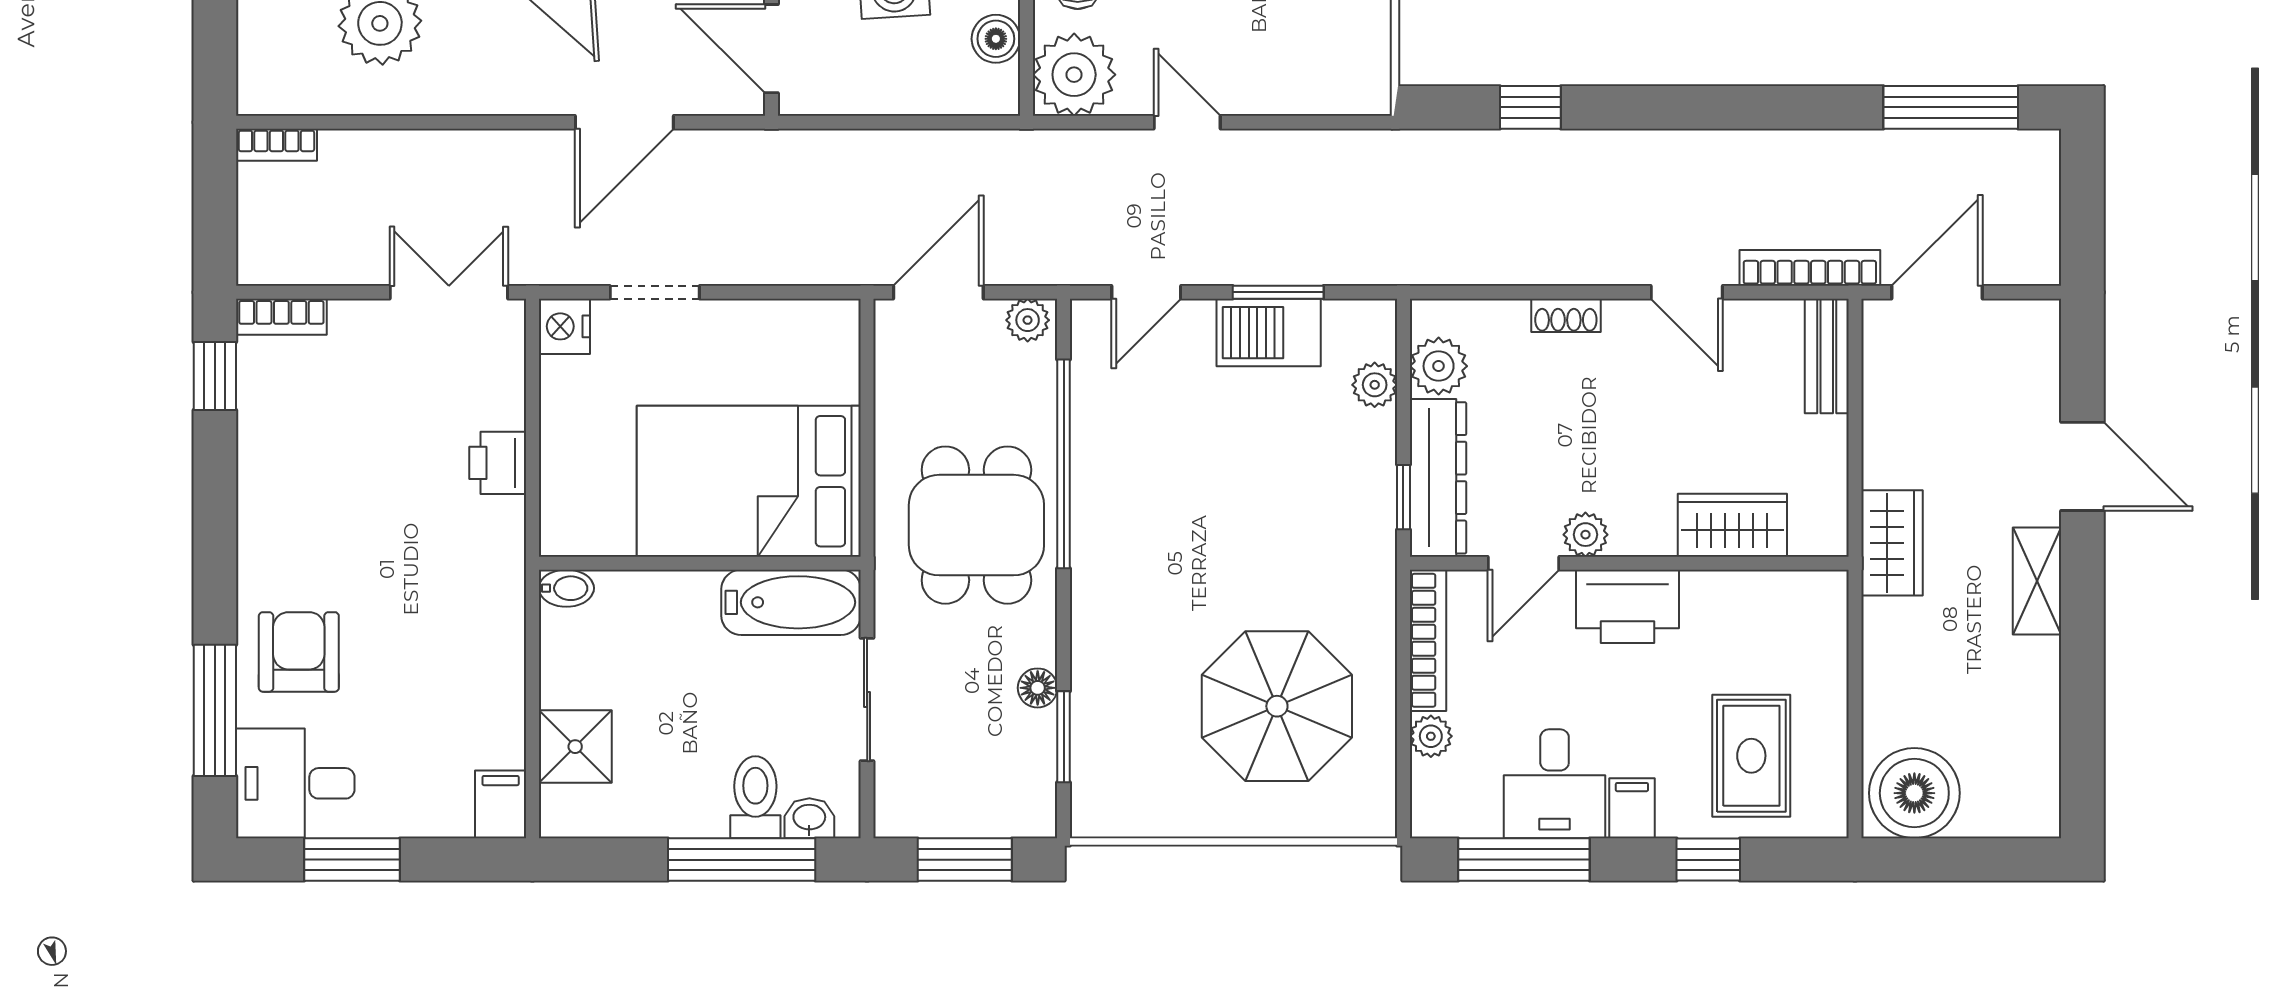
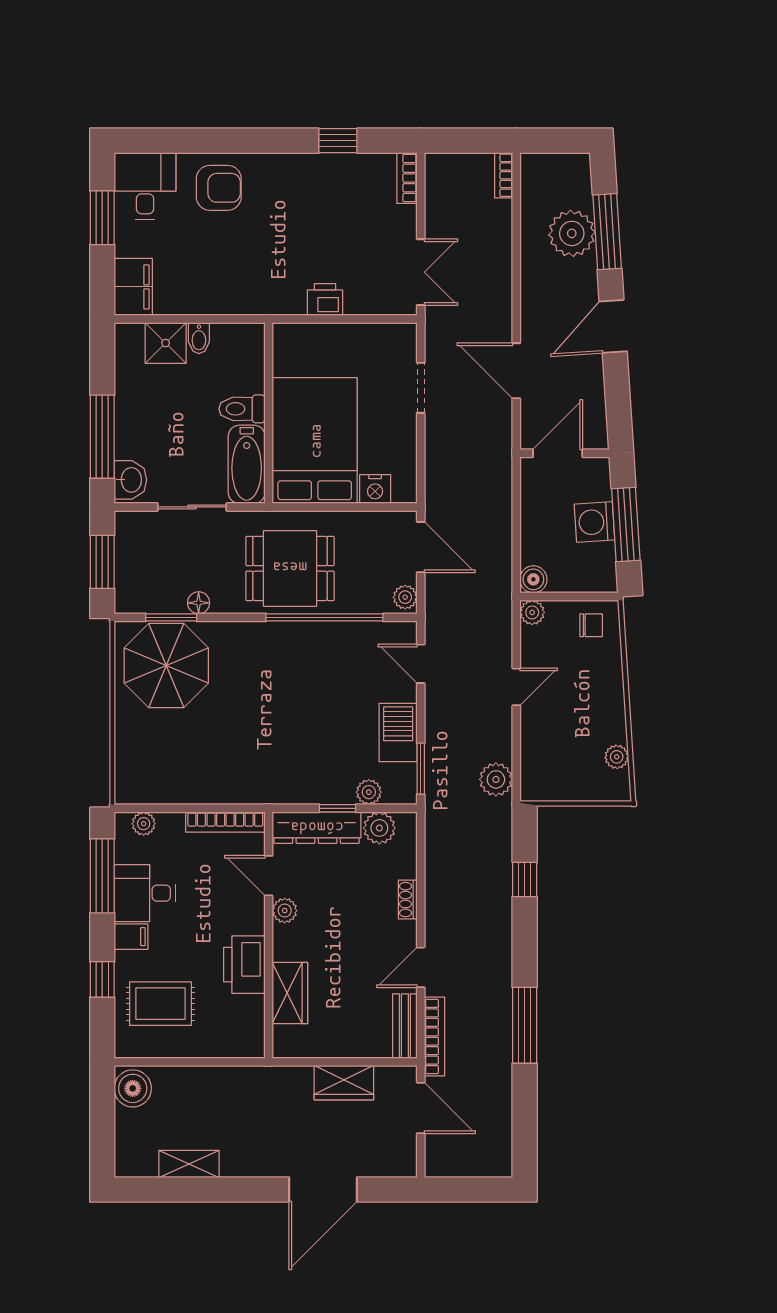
boiler: (996, 39) -> (533, 579), moved
plant: (1074, 75) -> (532, 612), width x0.53, depth x0.53
window: (1951, 107) -> (525, 1025), moved
plant: (1352, 158) -> (496, 779), added
window: (1278, 292) -> (421, 769), moved
nightstand: (564, 326) -> (375, 489), moved, turned 180
bench: (1827, 356) -> (405, 1026), moved, turned 90
window: (215, 376) -> (338, 141), moved
door: (2082, 466) -> (323, 1190), width x1.36
window: (1403, 497) -> (338, 808), moved
wardrobe: (1892, 543) -> (344, 1083), moved
shelving: (2037, 581) -> (189, 1164), moved
bidet: (566, 588) -> (199, 338), moved
printer: (1627, 606) -> (244, 965), moved
parasol: (1277, 706) -> (166, 665), moved
window: (215, 710) -> (186, 141), removed
plant: (1431, 736) -> (144, 824), moved
boiler: (1914, 793) -> (133, 1088), width x0.73, depth x0.73
toilet: (755, 797) -> (242, 409), moved, turned 180
filing cabinet: (501, 804) -> (133, 287), width x2.00
washbasin: (809, 818) -> (130, 480), width x1.38, depth x1.45

